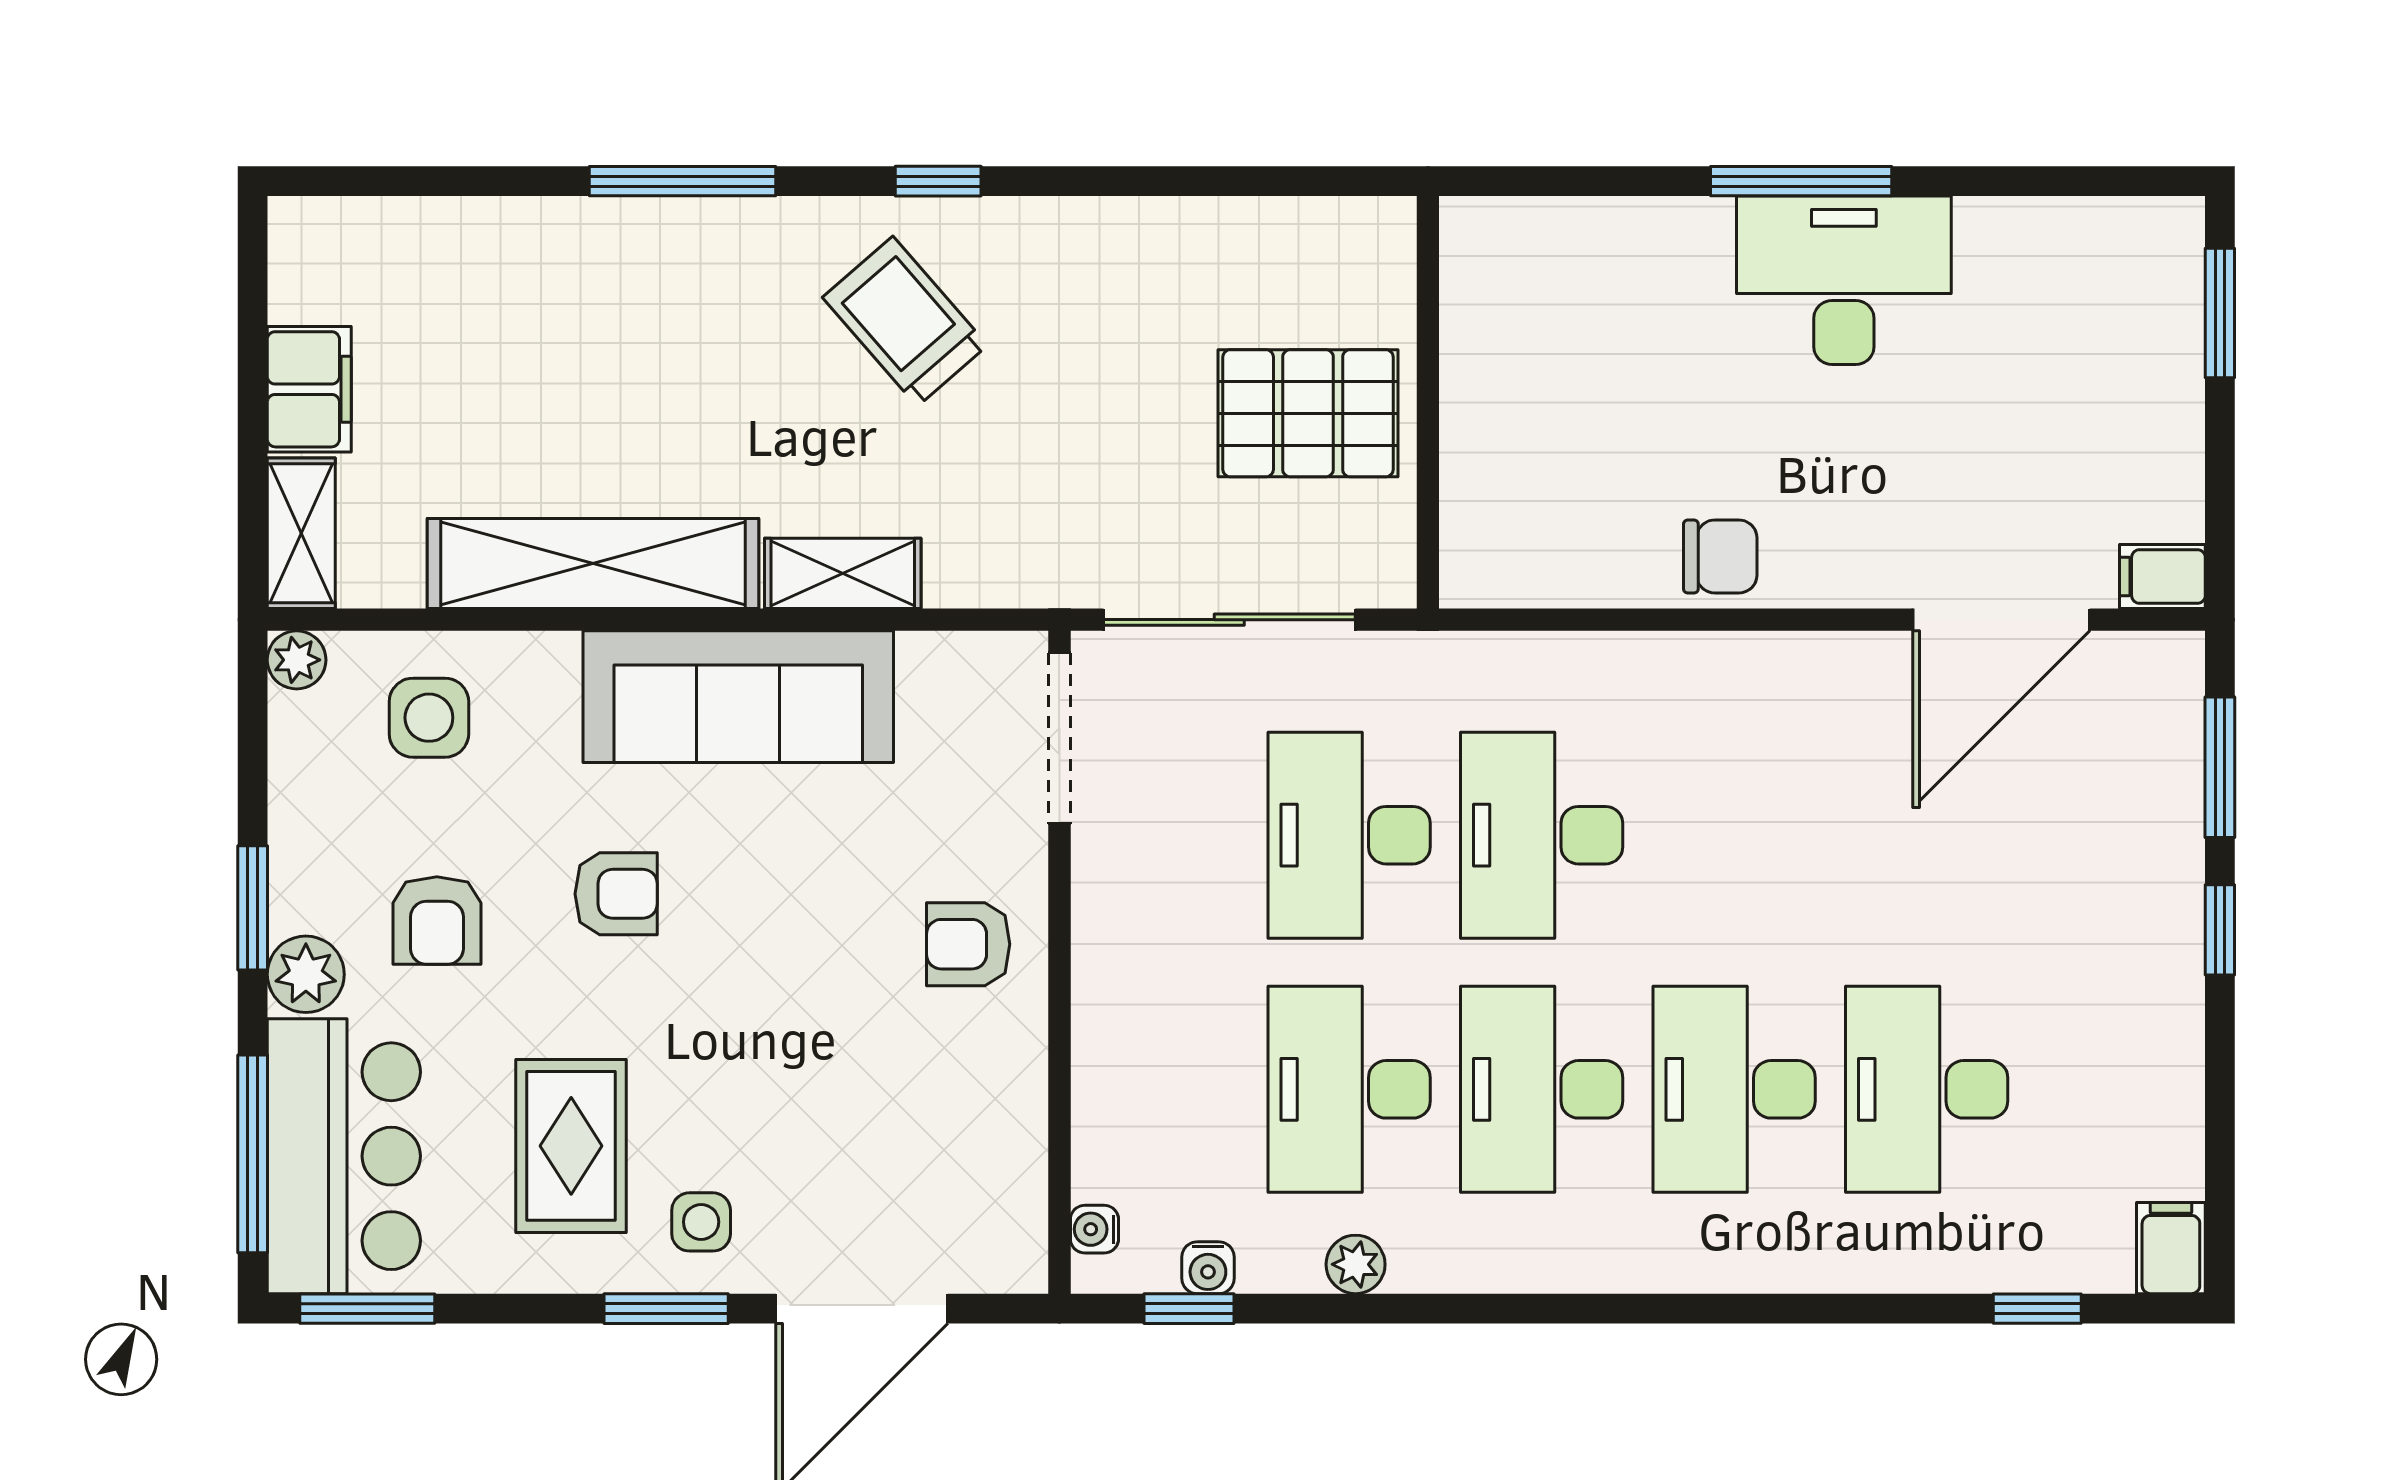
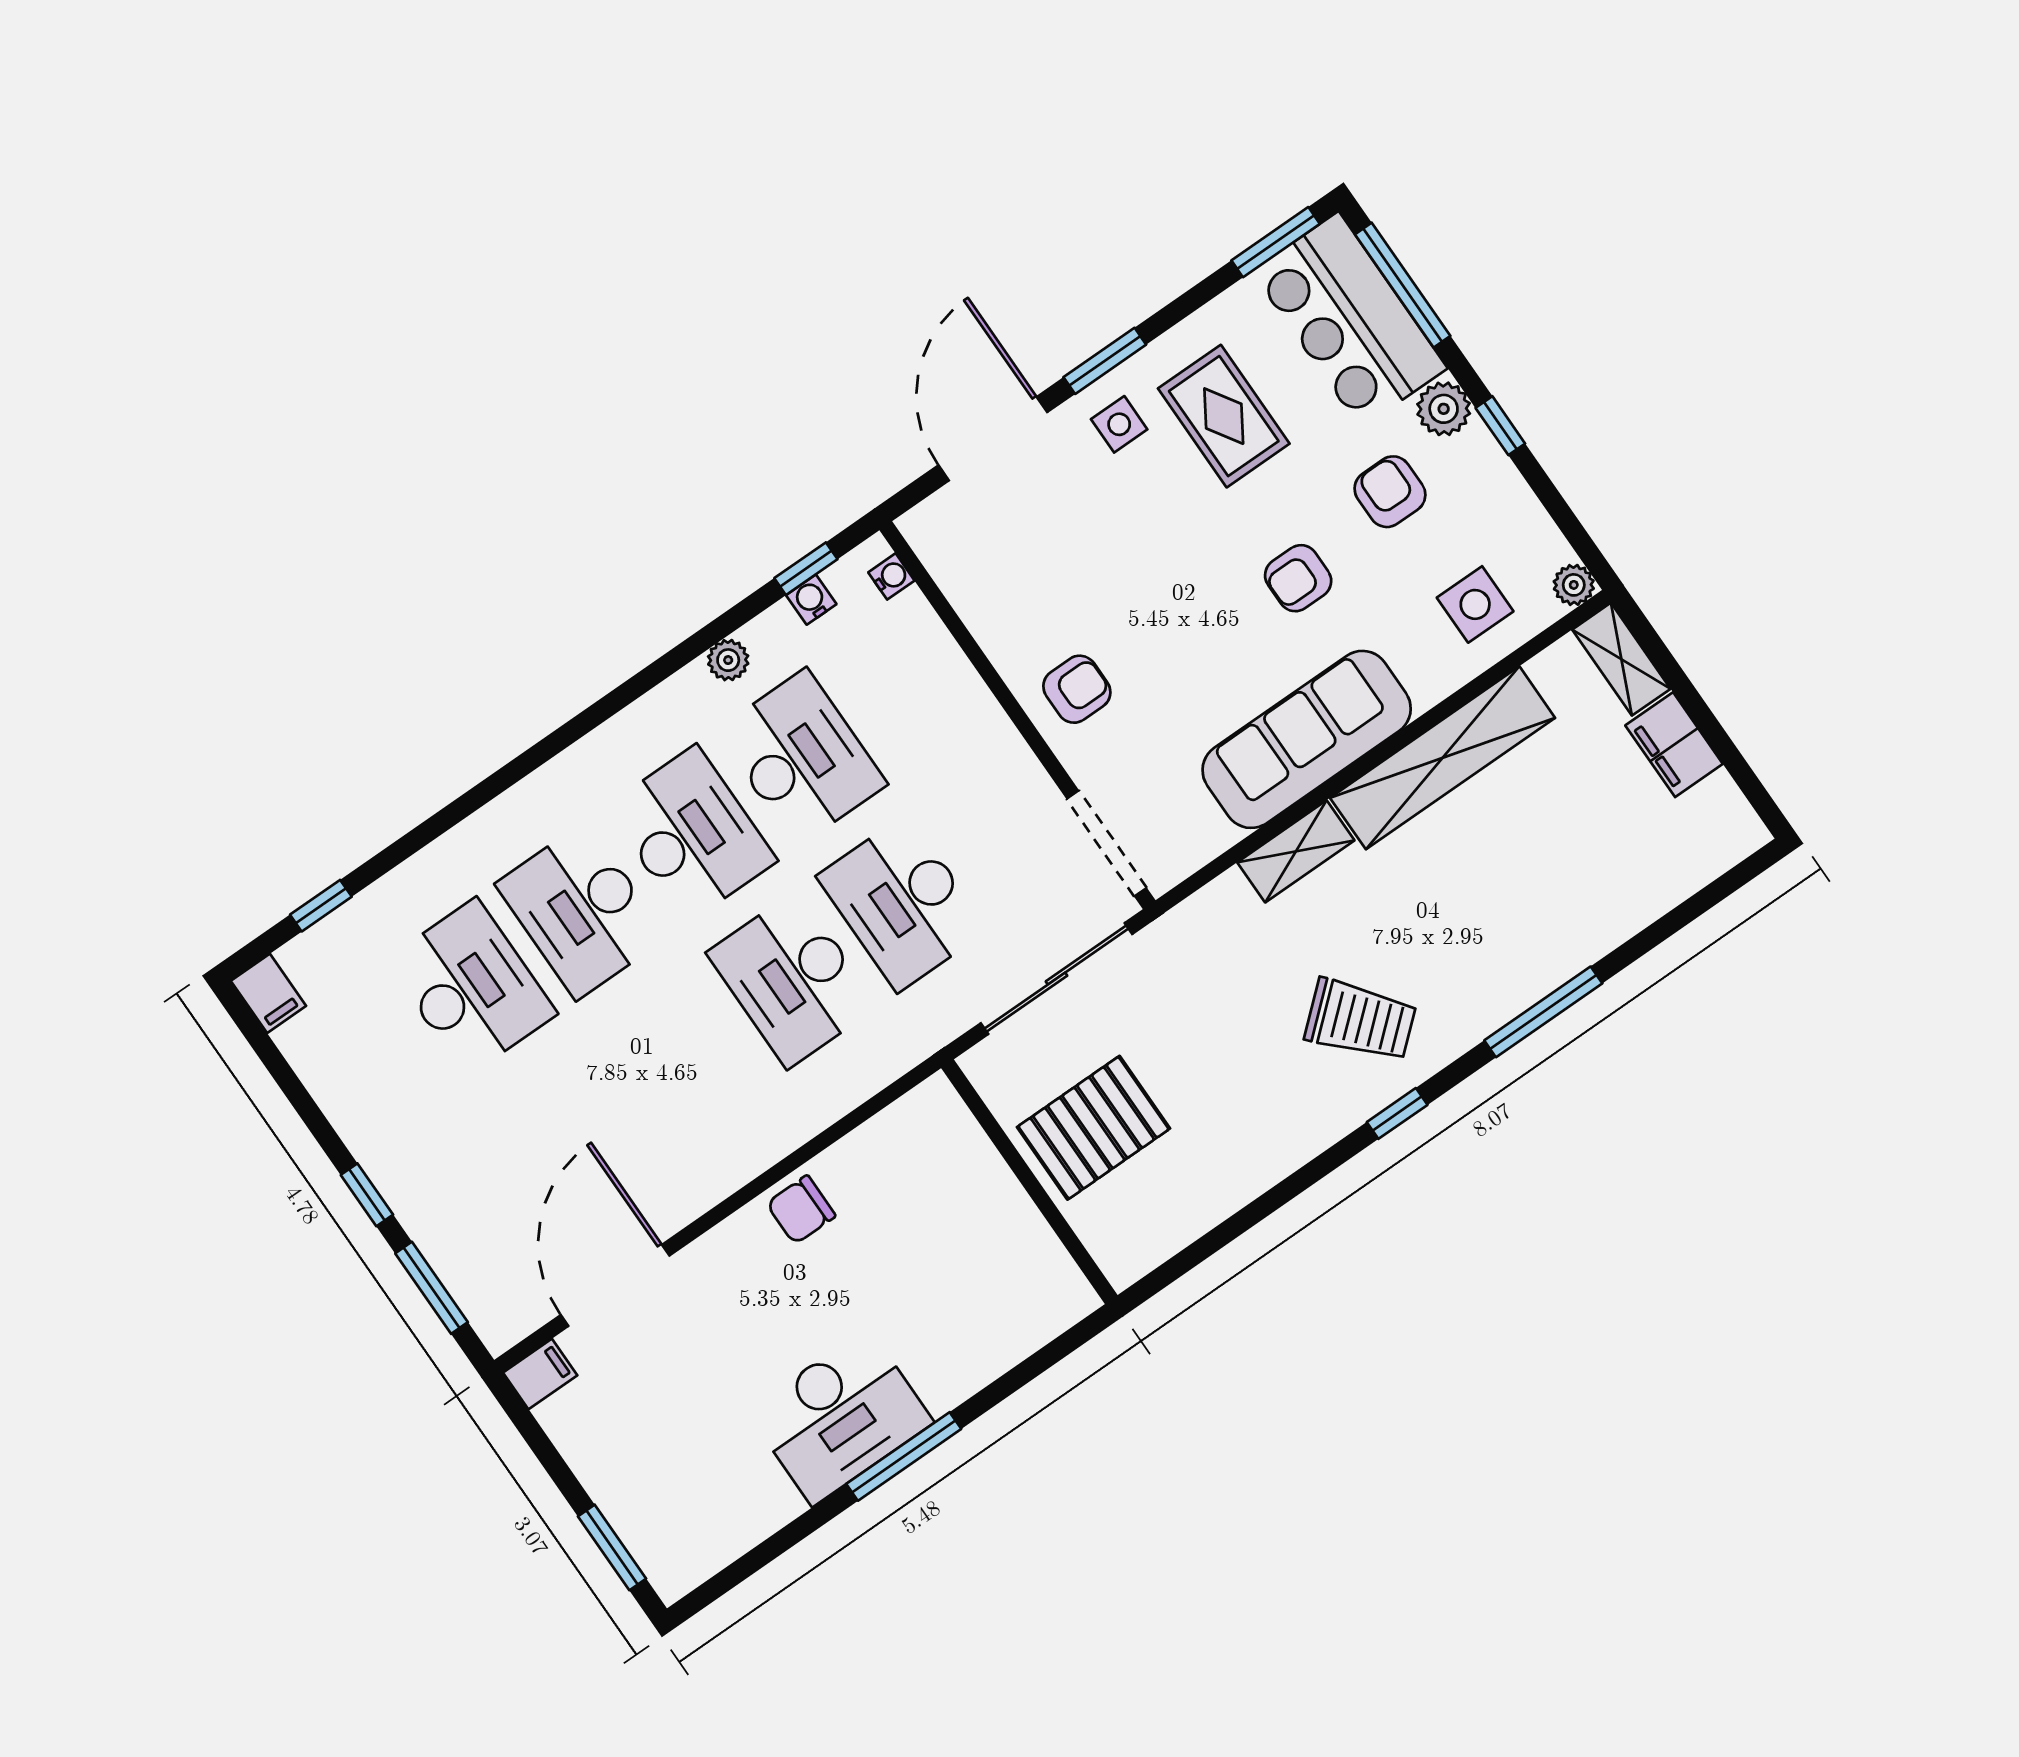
desk: (1349, 835) -> (902, 903), turned 180
desk: (1542, 835) -> (792, 979), turned 180
window: (253, 908) -> (1500, 426), width x0.67
desk: (1734, 1089) -> (581, 911), turned 180

